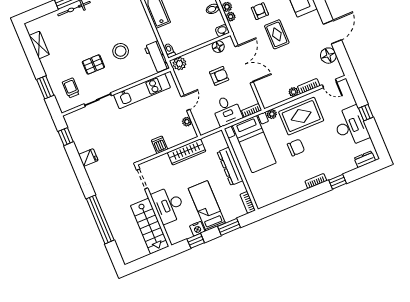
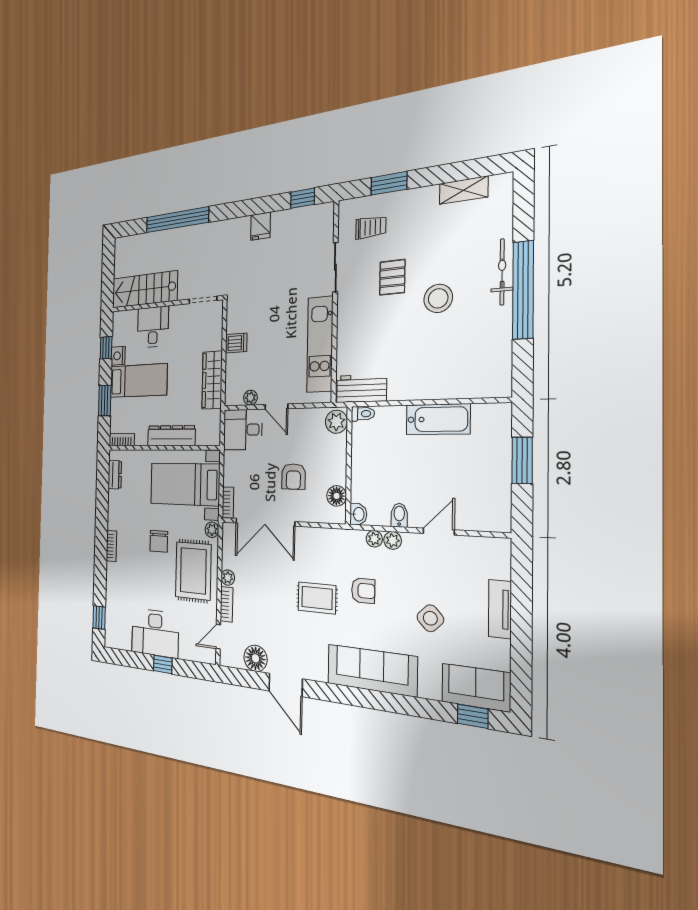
stool: (121, 51) -> (438, 298), moved
double door: (244, 64) -> (265, 522), moved
desk: (227, 110) -> (243, 430), moved
dresser: (365, 159) -> (115, 475), moved
window: (338, 182) -> (99, 617), moved
desk: (169, 205) -> (153, 327), width x0.73

